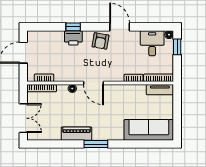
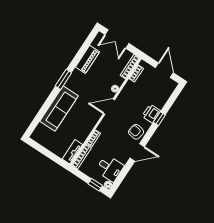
sofa: (149, 130) -> (59, 109), moved
piano: (76, 134) -> (87, 59), moved

